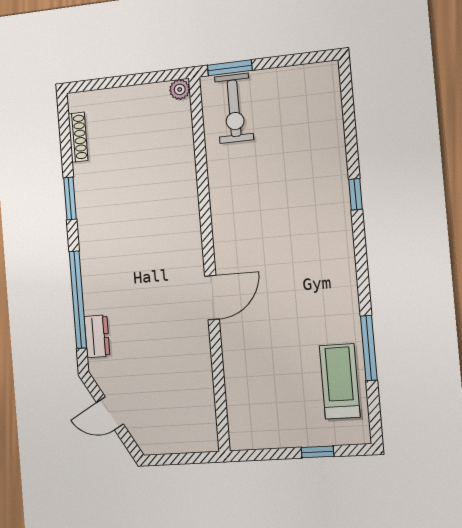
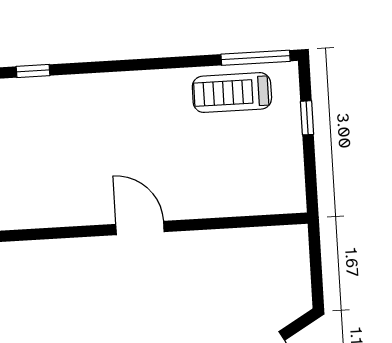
window: (369, 348) -> (256, 58), moved

